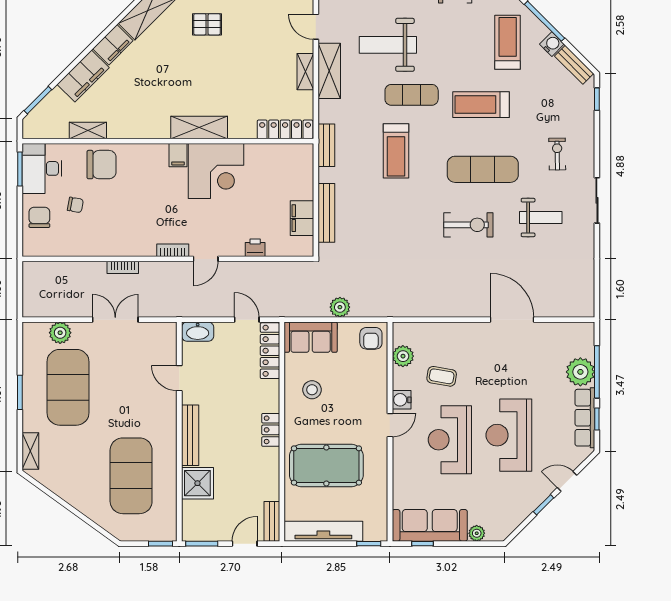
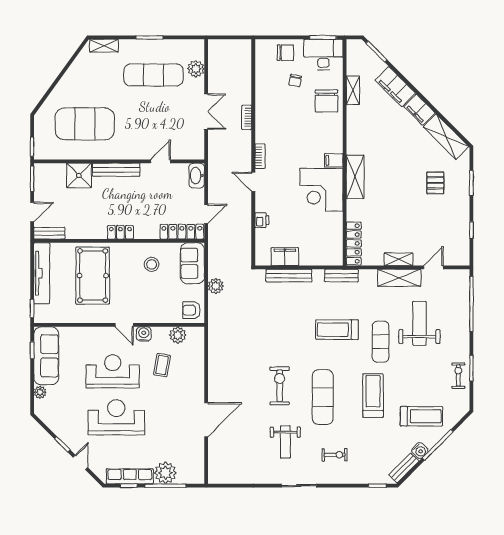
exercise bike: (468, 225) -> (280, 386), turned 180
exercise mat: (68, 387) -> (153, 75), width x0.68
door: (245, 544) -> (32, 212), hinge flipped

